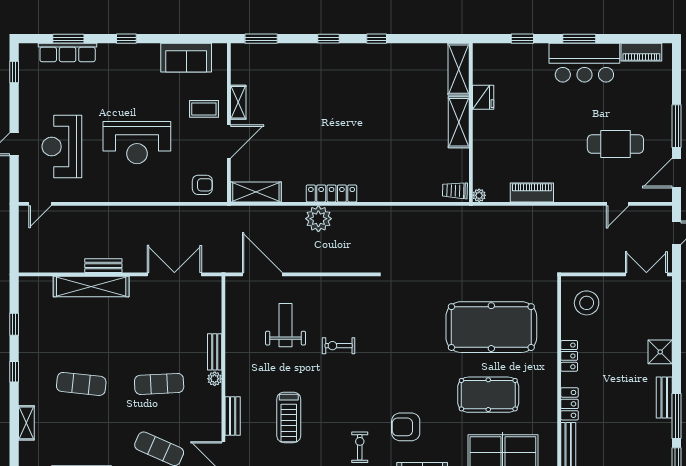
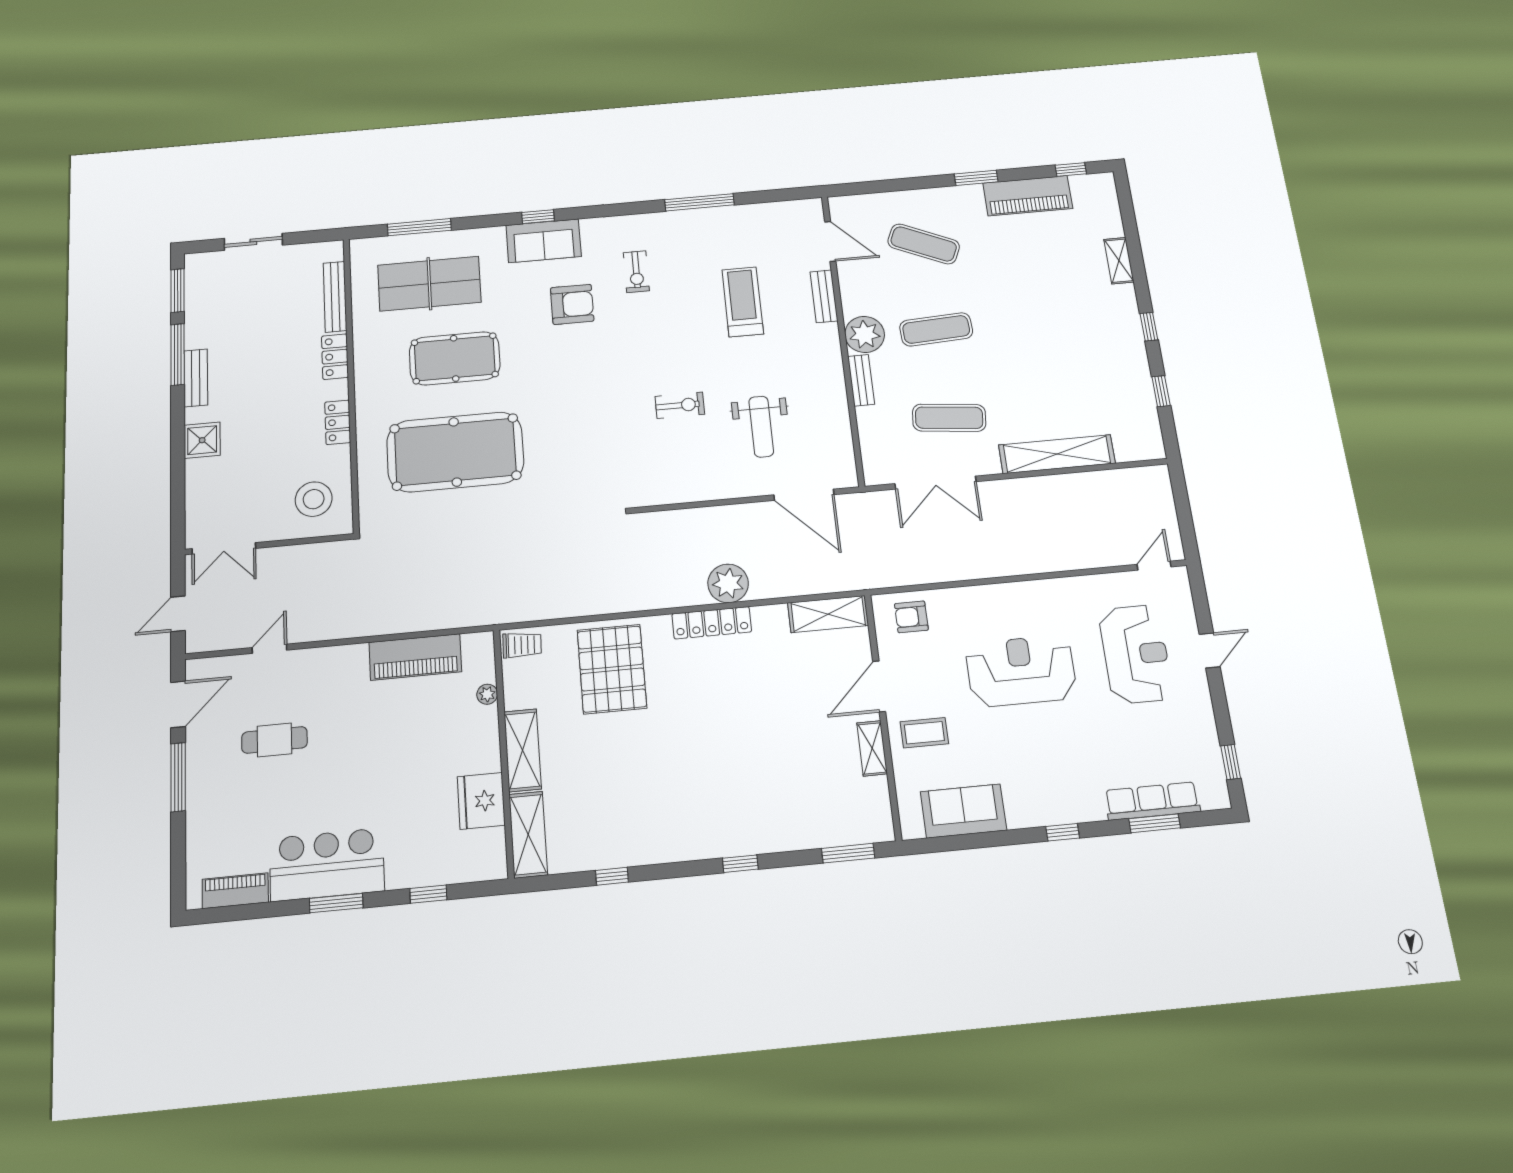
window: (377, 39) -> (612, 876), moved
fridge: (483, 97) -> (481, 801), width x1.36, depth x1.34
cafe table: (615, 144) -> (274, 740), width x0.73, depth x0.74
pallet: (398, 169) -> (612, 669), added
piano: (532, 192) -> (415, 657), width x1.37, depth x1.33
plant: (479, 195) -> (487, 694), moved
bench: (103, 266) -> (1043, 485), removed
plant: (215, 379) -> (865, 334), width x1.88, depth x1.88
exercise mat: (81, 384) -> (949, 418), moved

